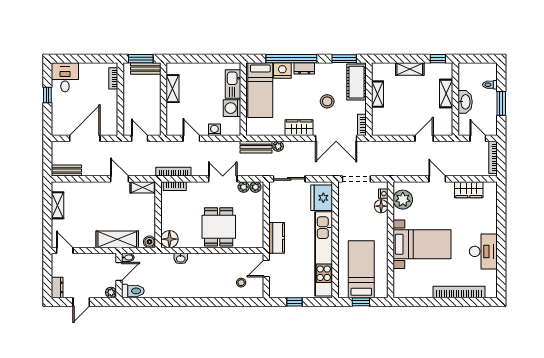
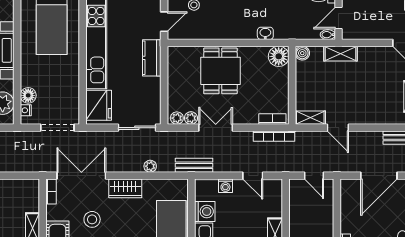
bench: (256, 147) -> (194, 165), moved
double door: (223, 179) -> (216, 128), swing flipped
shelving: (117, 239) -> (340, 54), width x0.67, depth x0.75

